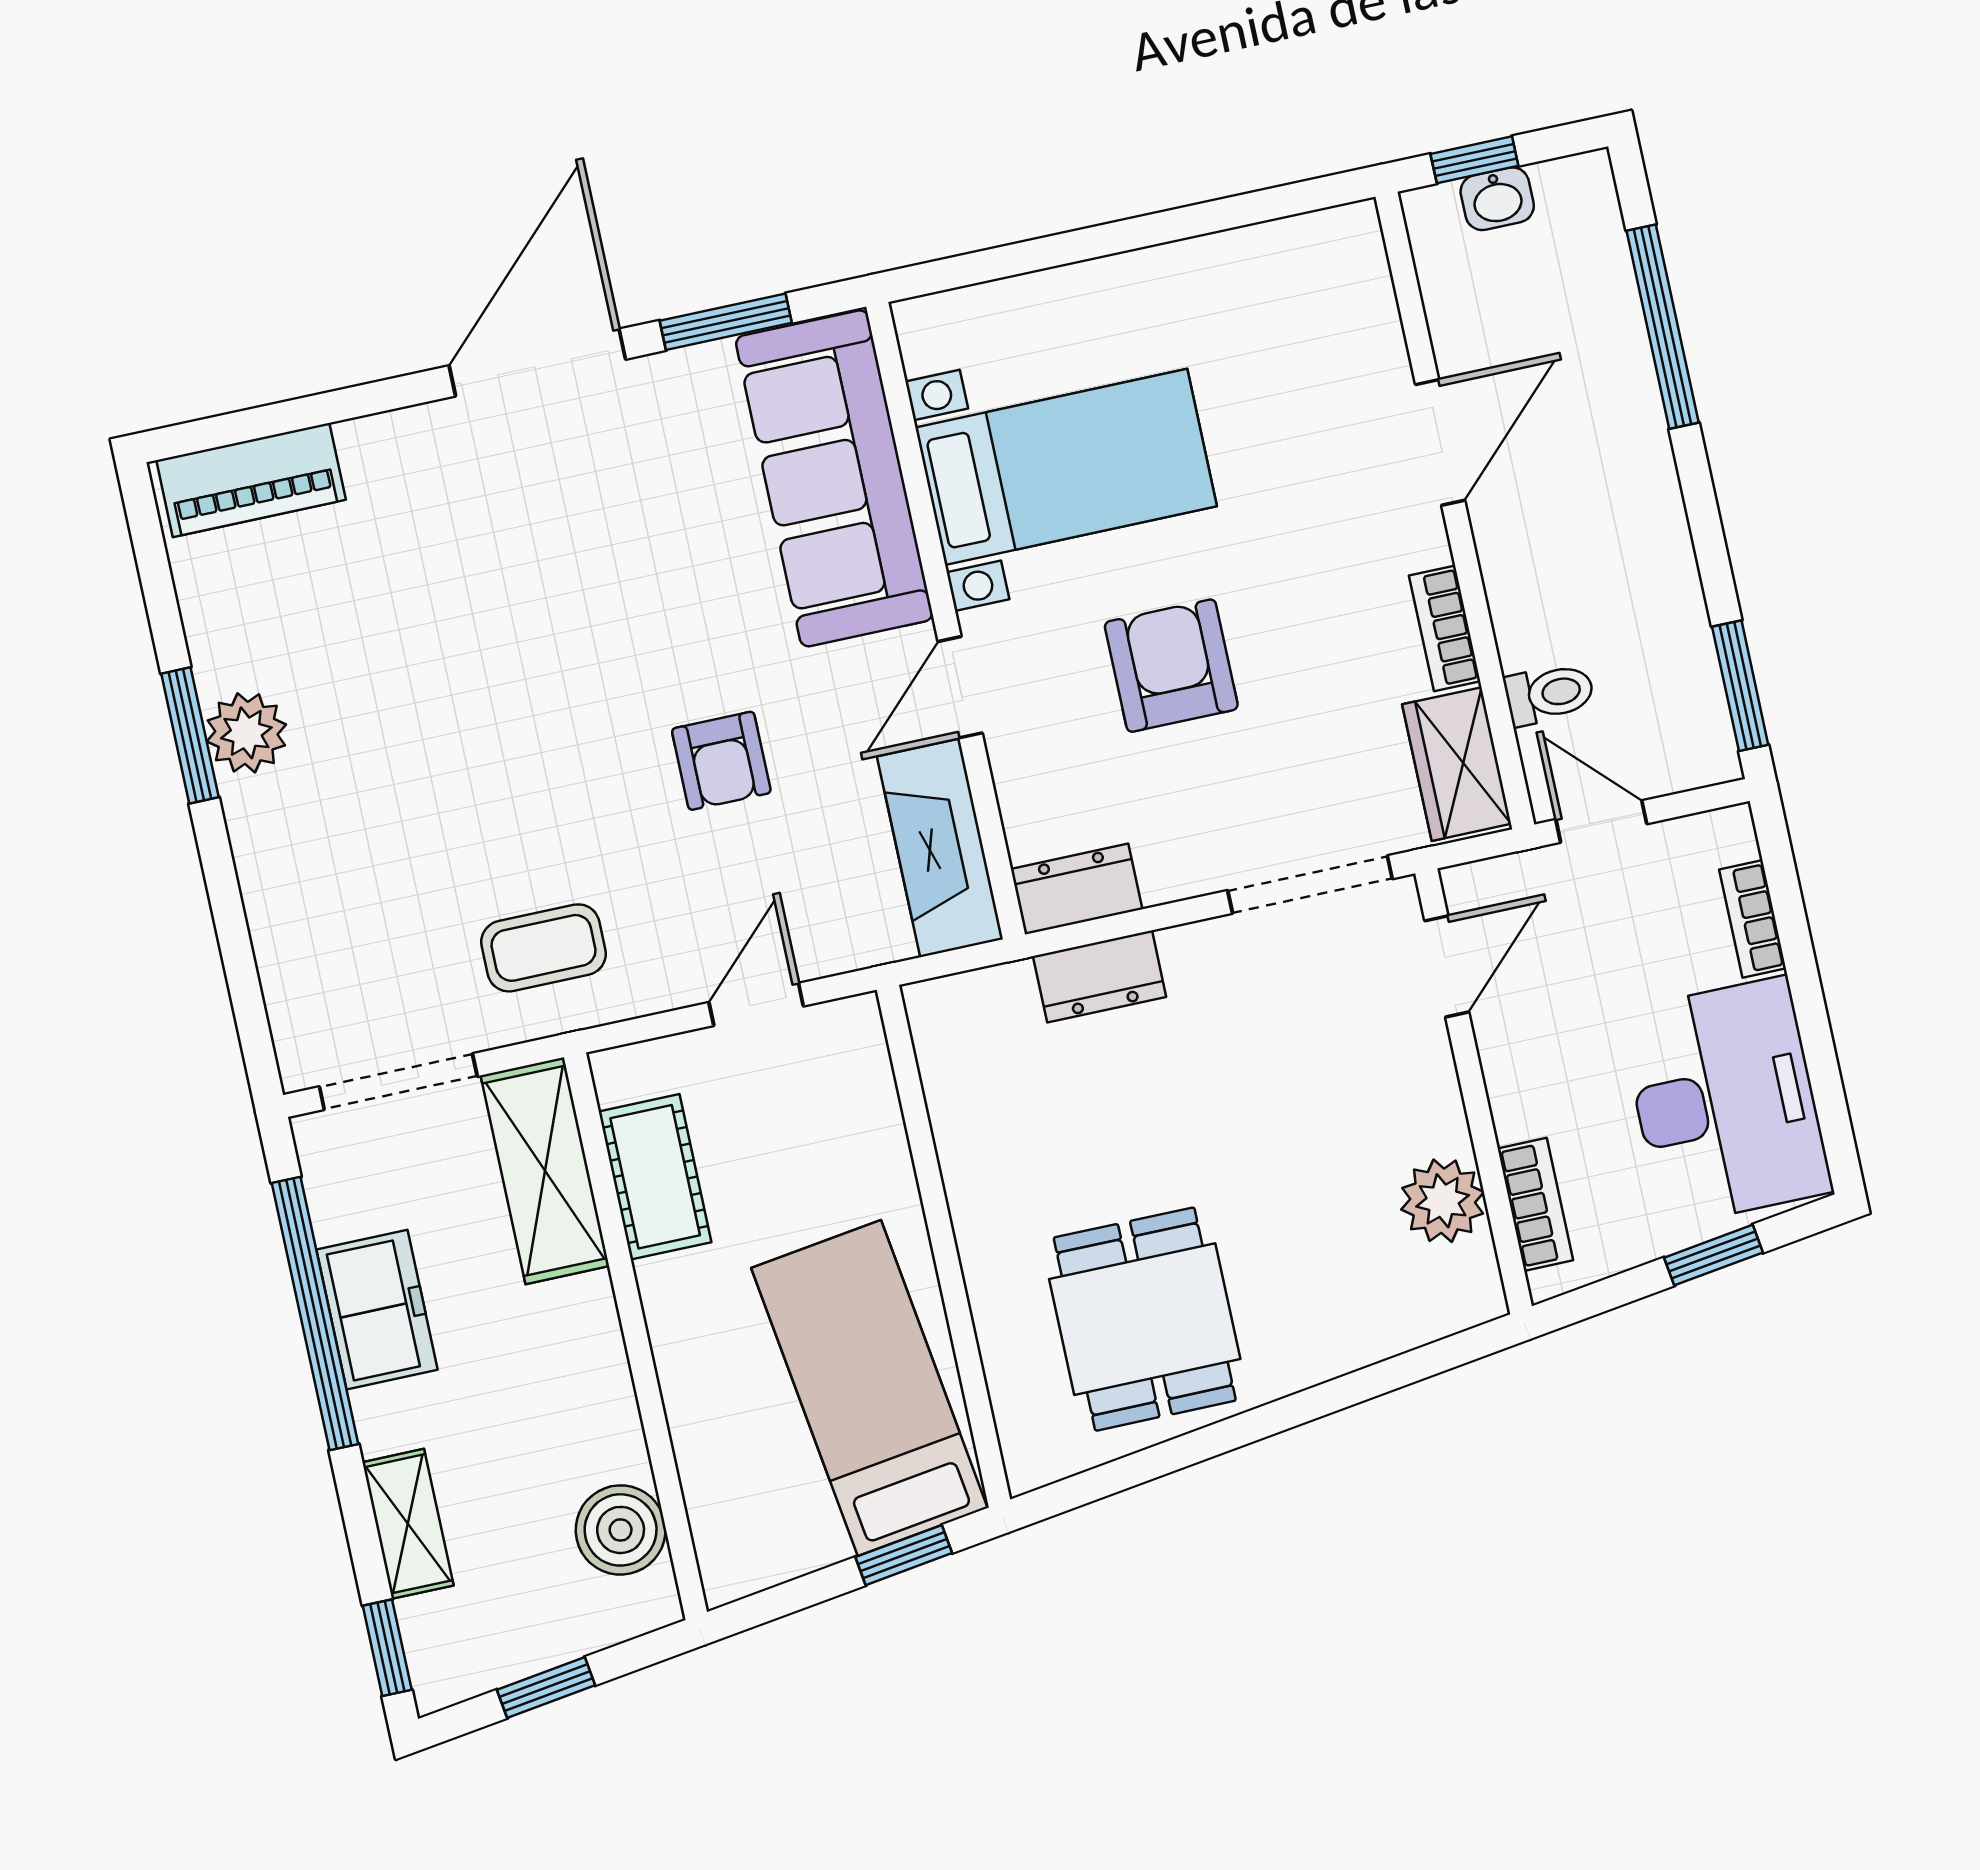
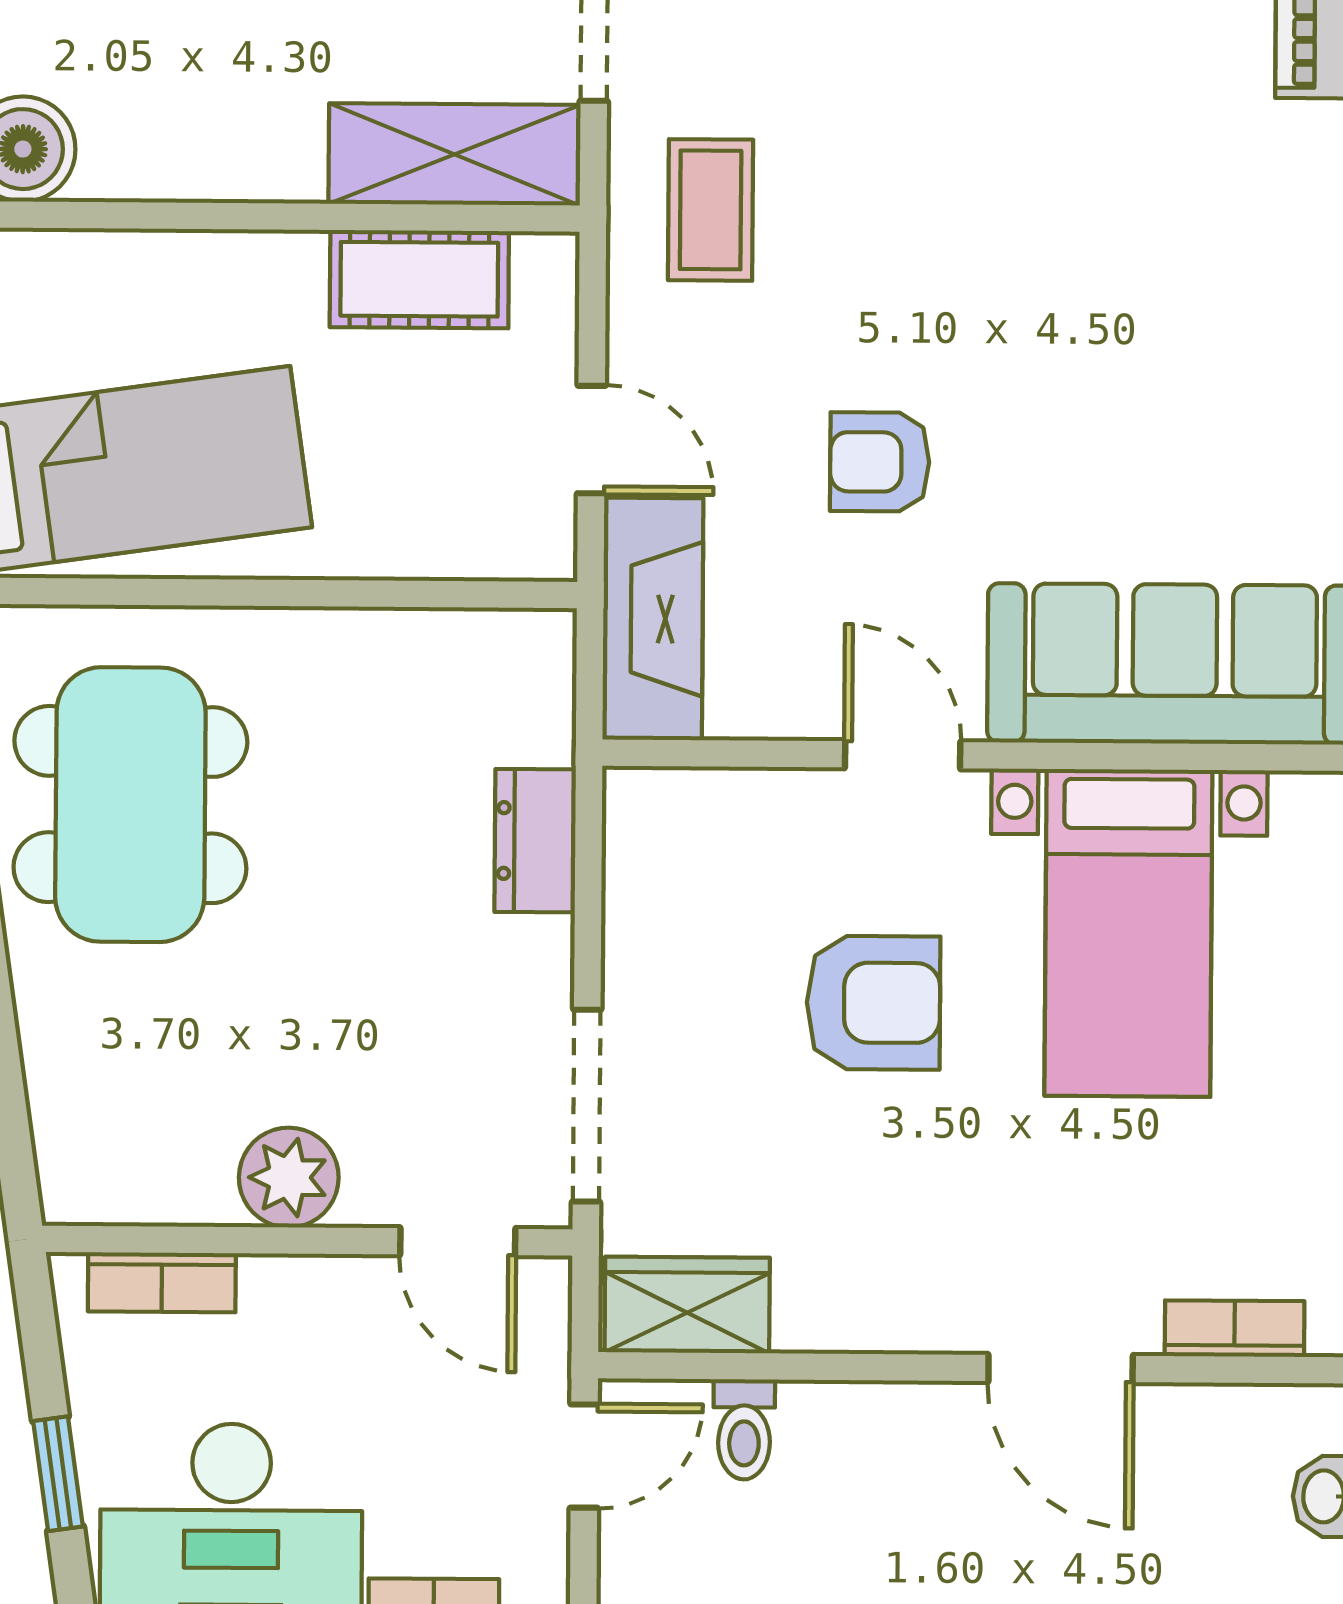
bookcase: (1445, 628) -> (1235, 1329), moved
fireplace: (940, 848) -> (653, 619), moved, turned 90
dresser: (1076, 889) -> (641, 837), removed
plant: (1443, 1201) -> (289, 1177), moved
dining table: (1145, 1319) -> (130, 805), width x1.38

